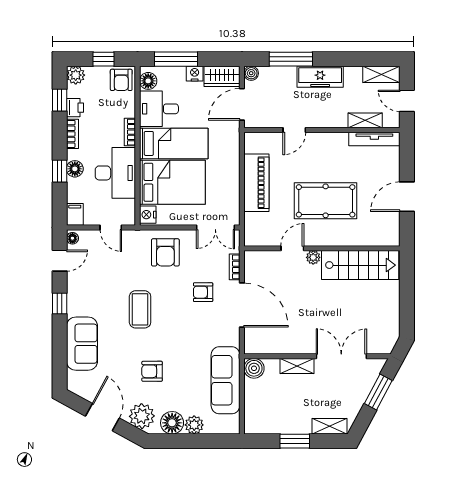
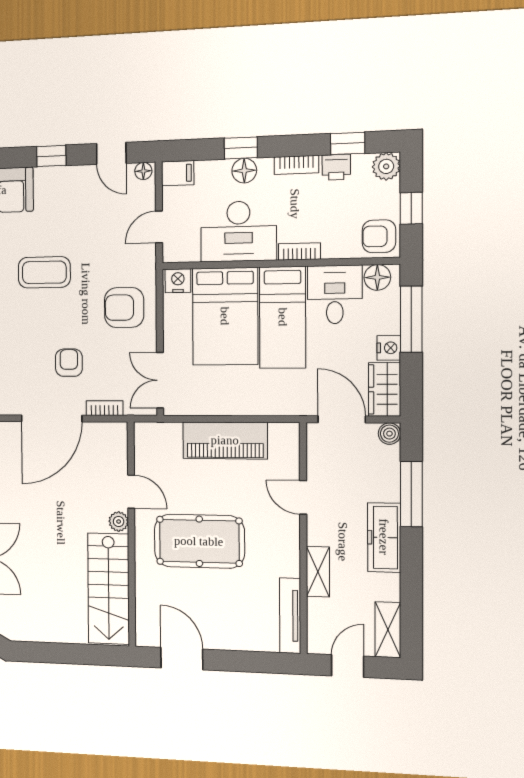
shelving: (365, 120) -> (318, 572), moved
door: (407, 197) -> (182, 659), moved
pool table: (326, 201) -> (199, 541), turned 90

